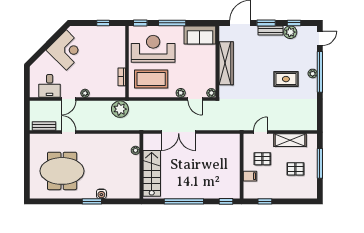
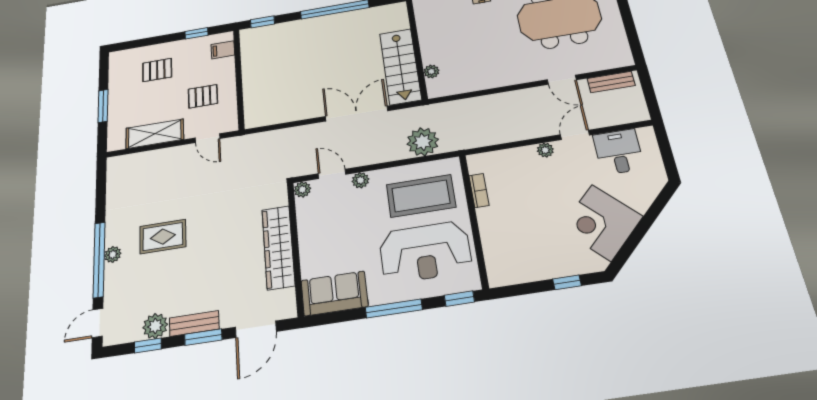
window: (103, 23) -> (567, 282), moved
plant: (120, 109) -> (423, 142), moved
door: (261, 132) -> (208, 138), hinge flipped
window: (320, 163) -> (103, 106), width x0.69
pallet: (295, 169) -> (157, 70), moved
stairs: (152, 173) -> (400, 66), moved
filing cabinet: (250, 176) -> (223, 50), moved

